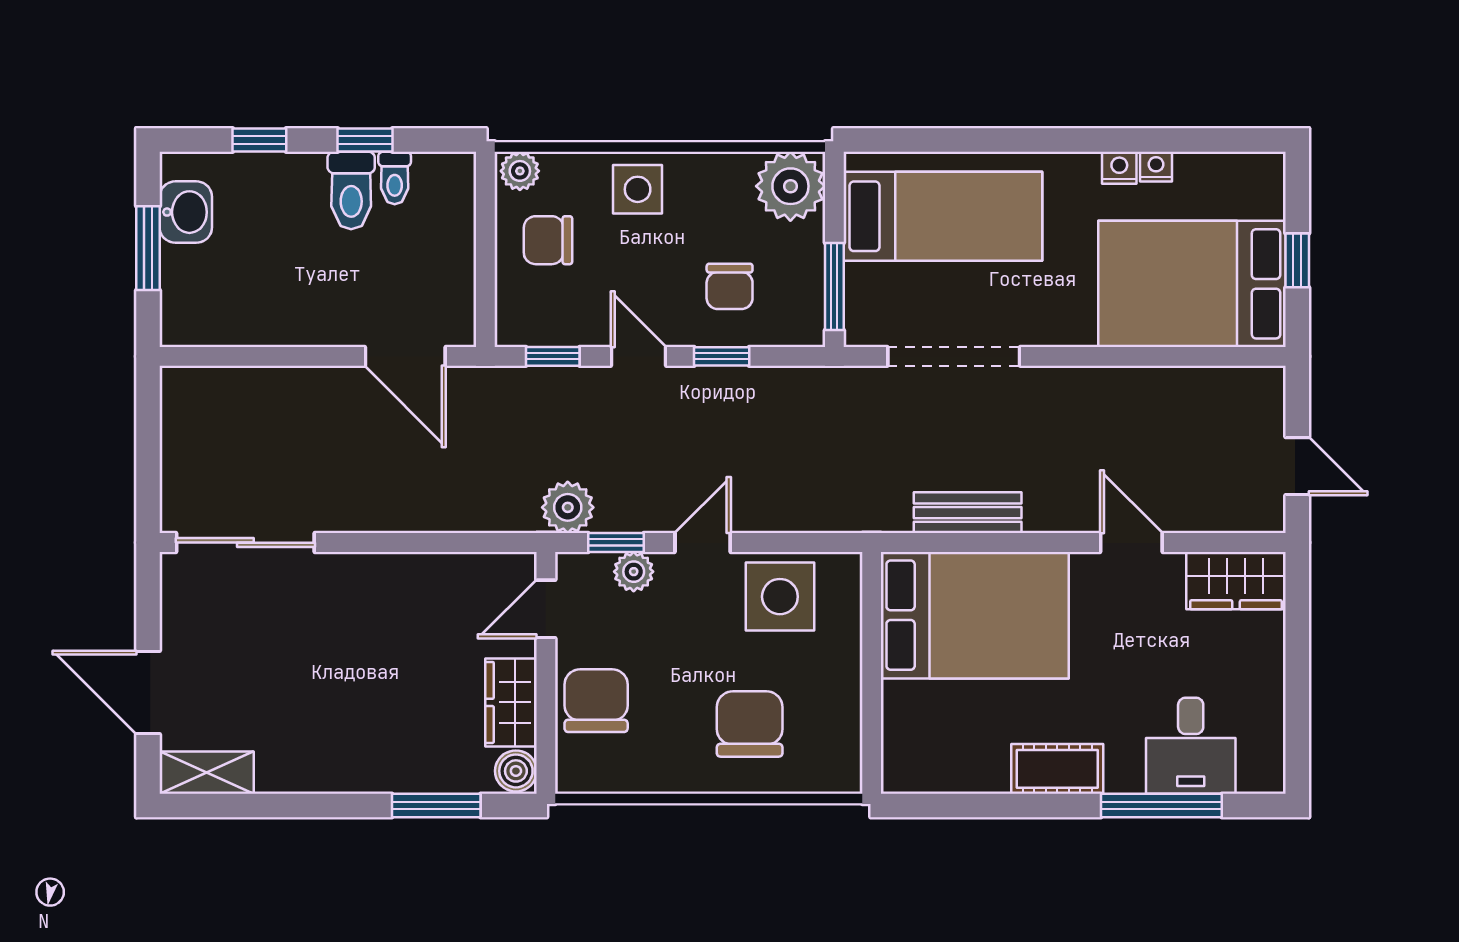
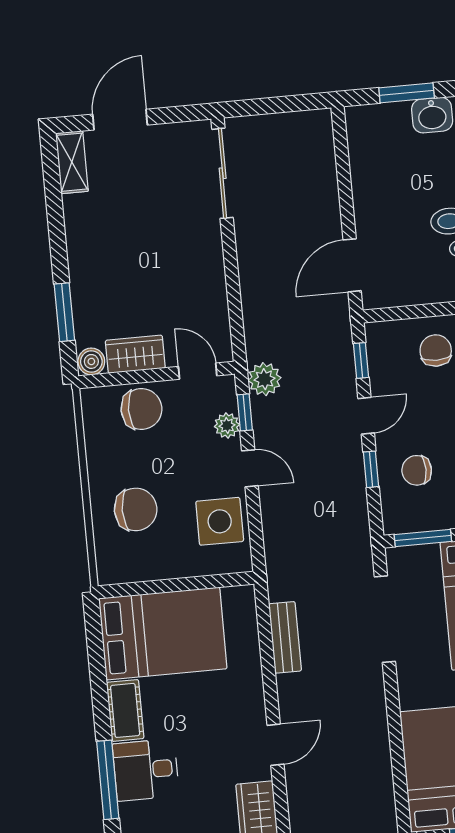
bed: (975, 615) -> (163, 634), moved, turned -90
desk: (1191, 746) -> (146, 770), moved

